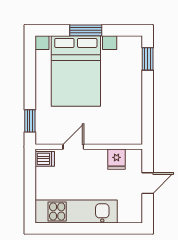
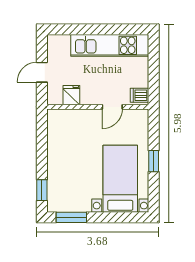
window: (86, 30) -> (71, 217), moved
bed with nightstands: (76, 71) -> (120, 179), width x0.73
window: (30, 121) -> (154, 161), moved

